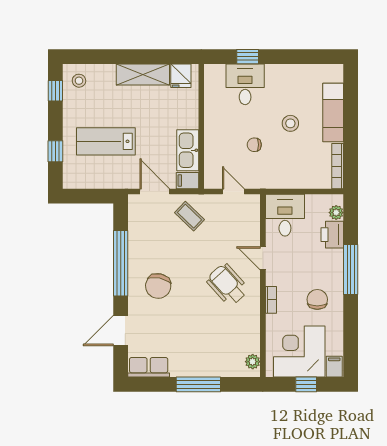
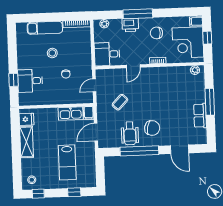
coffee table: (190, 216) -> (120, 102), moved
printer: (332, 235) -> (130, 25), moved
wheelchair: (227, 285) -> (130, 133), moved, turned -48
row of seats: (149, 367) -> (200, 116), moved

